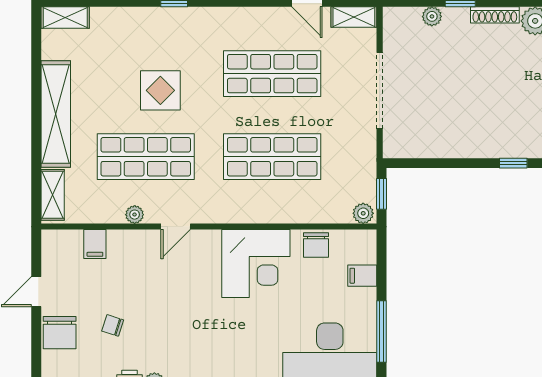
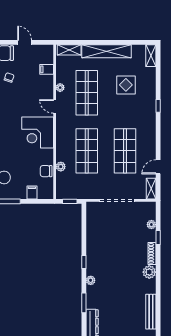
display table: (160, 90) -> (126, 85), moved
plant: (363, 213) -> (61, 167), moved
corner desk: (256, 264) -> (38, 133), moved

